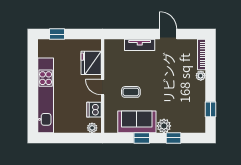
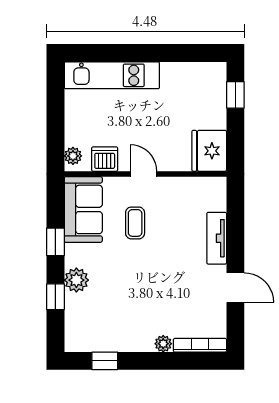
door: (168, 34) -> (235, 288), hinge flipped
fridge: (91, 63) -> (209, 151), moved, turned -90
door: (103, 87) -> (143, 174), hinge flipped
kitchen unit: (46, 95) -> (112, 75), width x0.73
sofa: (137, 122) -> (83, 209), moved

